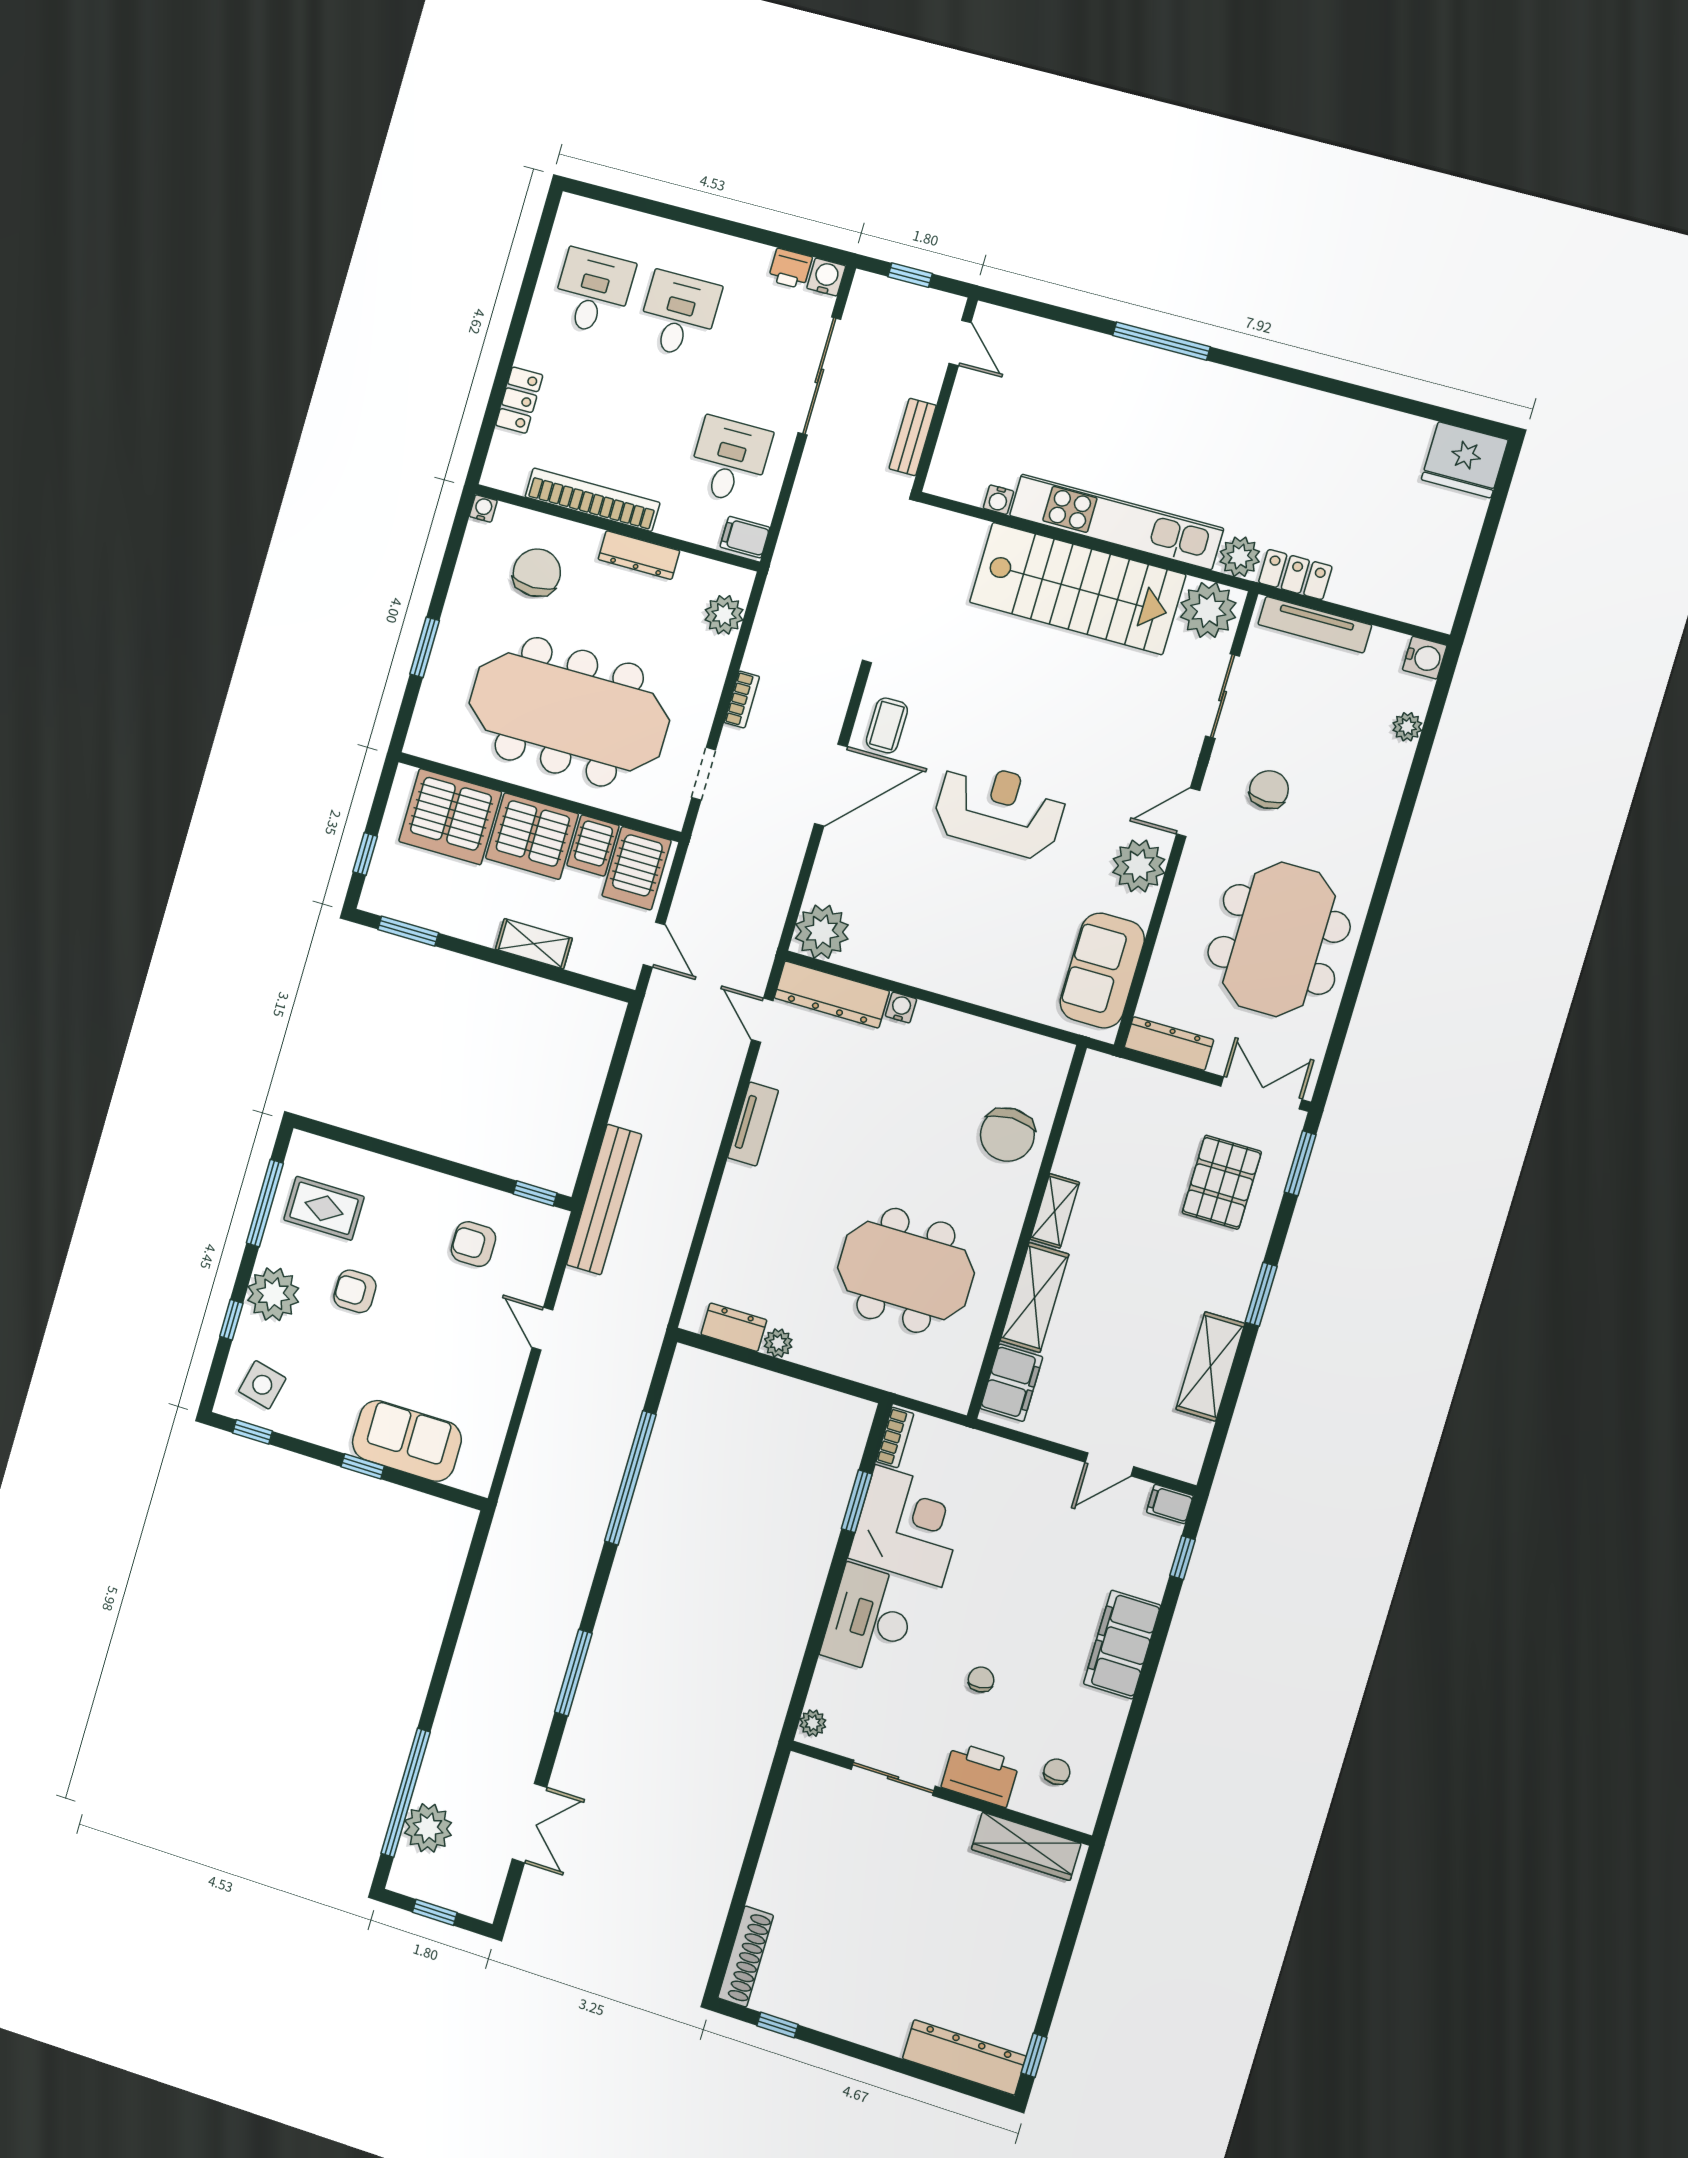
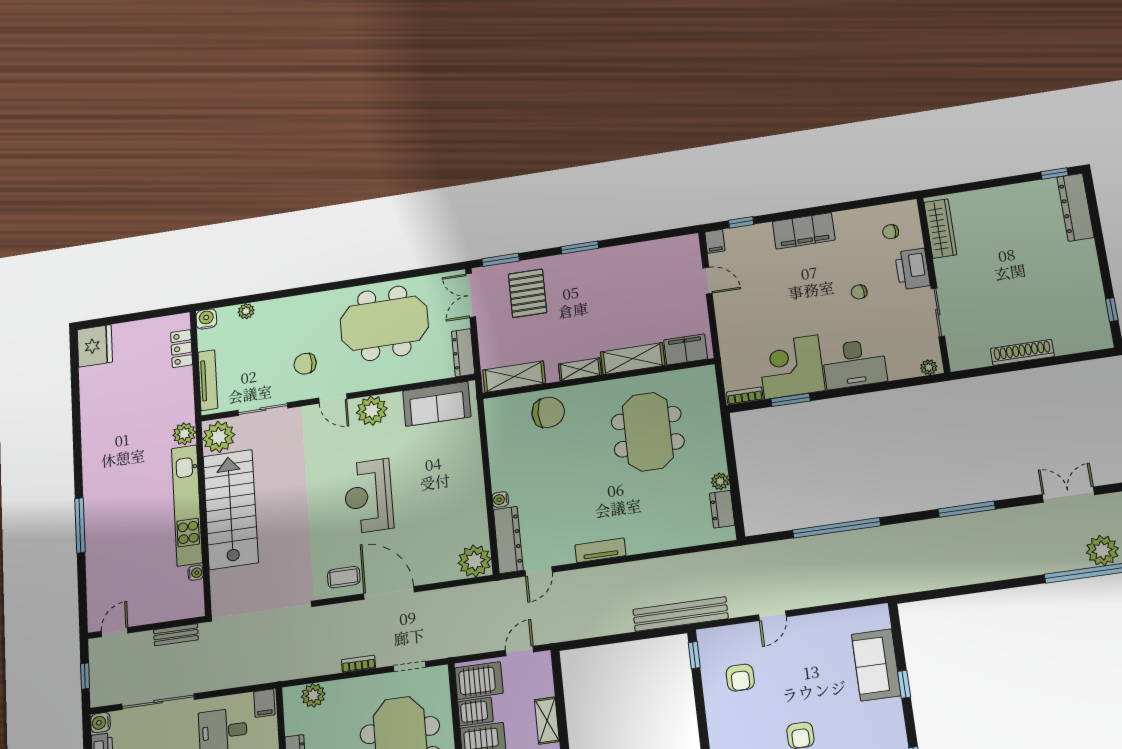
locker: (1295, 574) -> (182, 349), moved
pallet: (1222, 1182) -> (528, 293), turned 90
shelving: (1210, 1366) -> (514, 377), moved
shoe rack: (746, 1957) -> (1022, 352), moved

